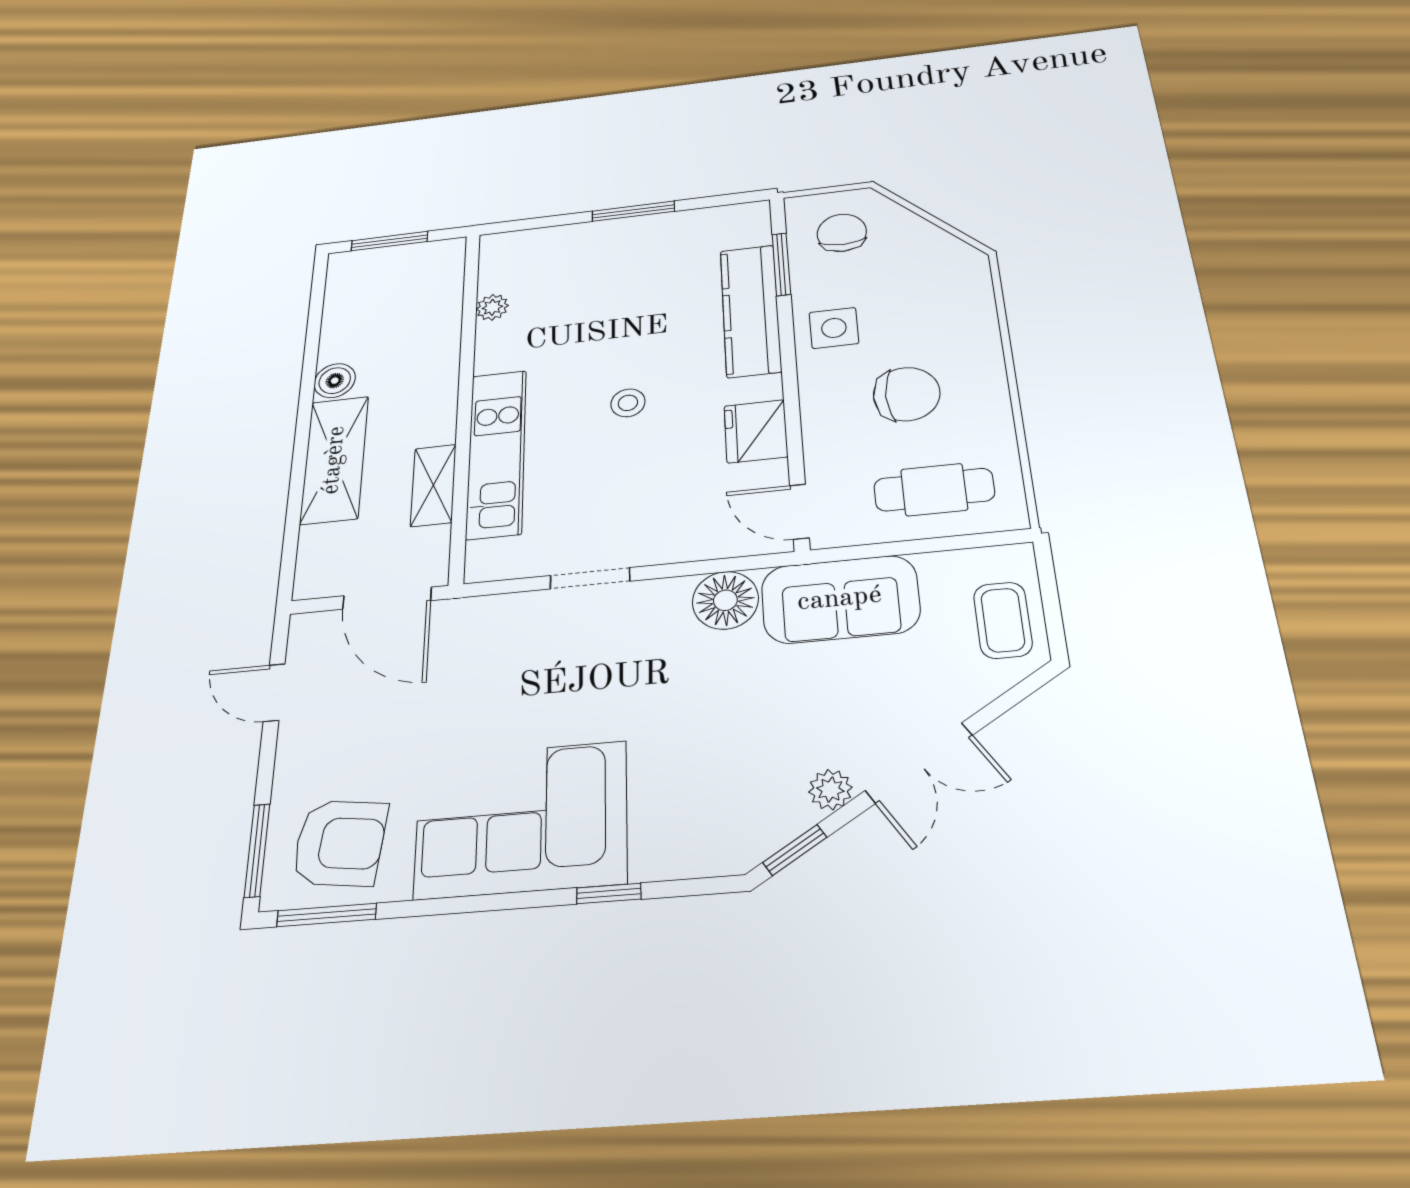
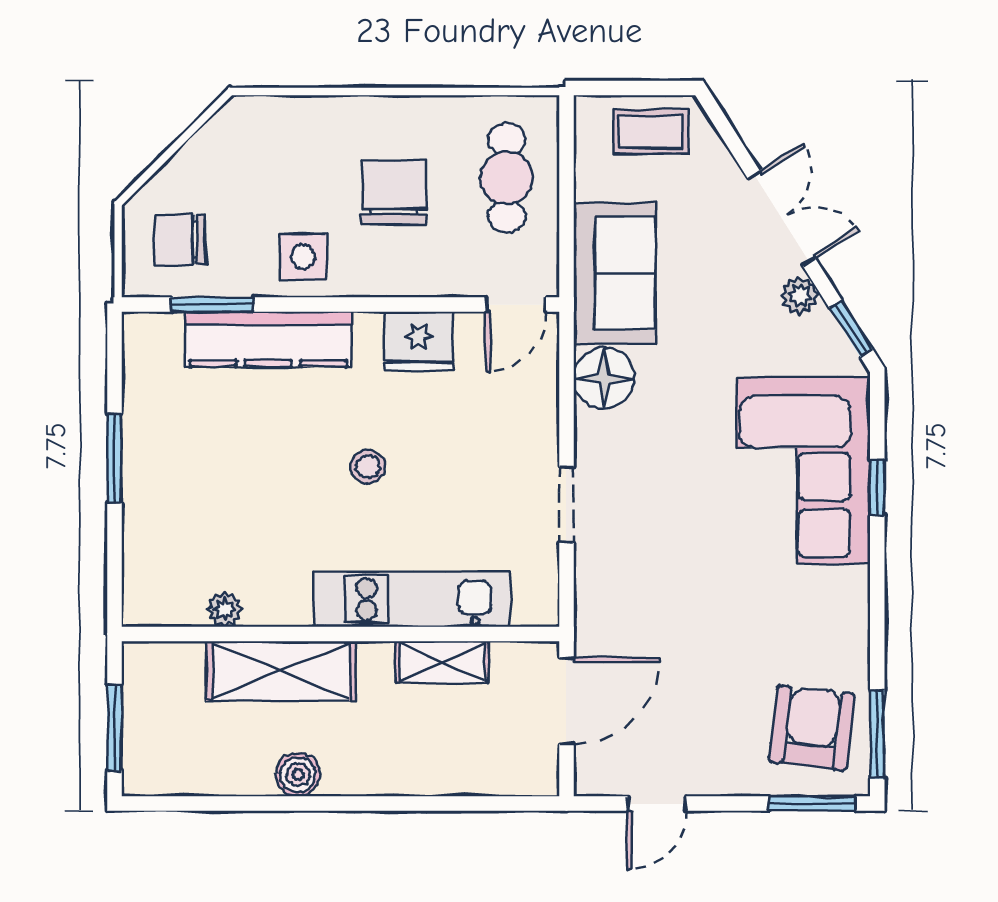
shelving: (334, 460) -> (281, 671), moved
corner sofa: (521, 819) -> (804, 470), moved

